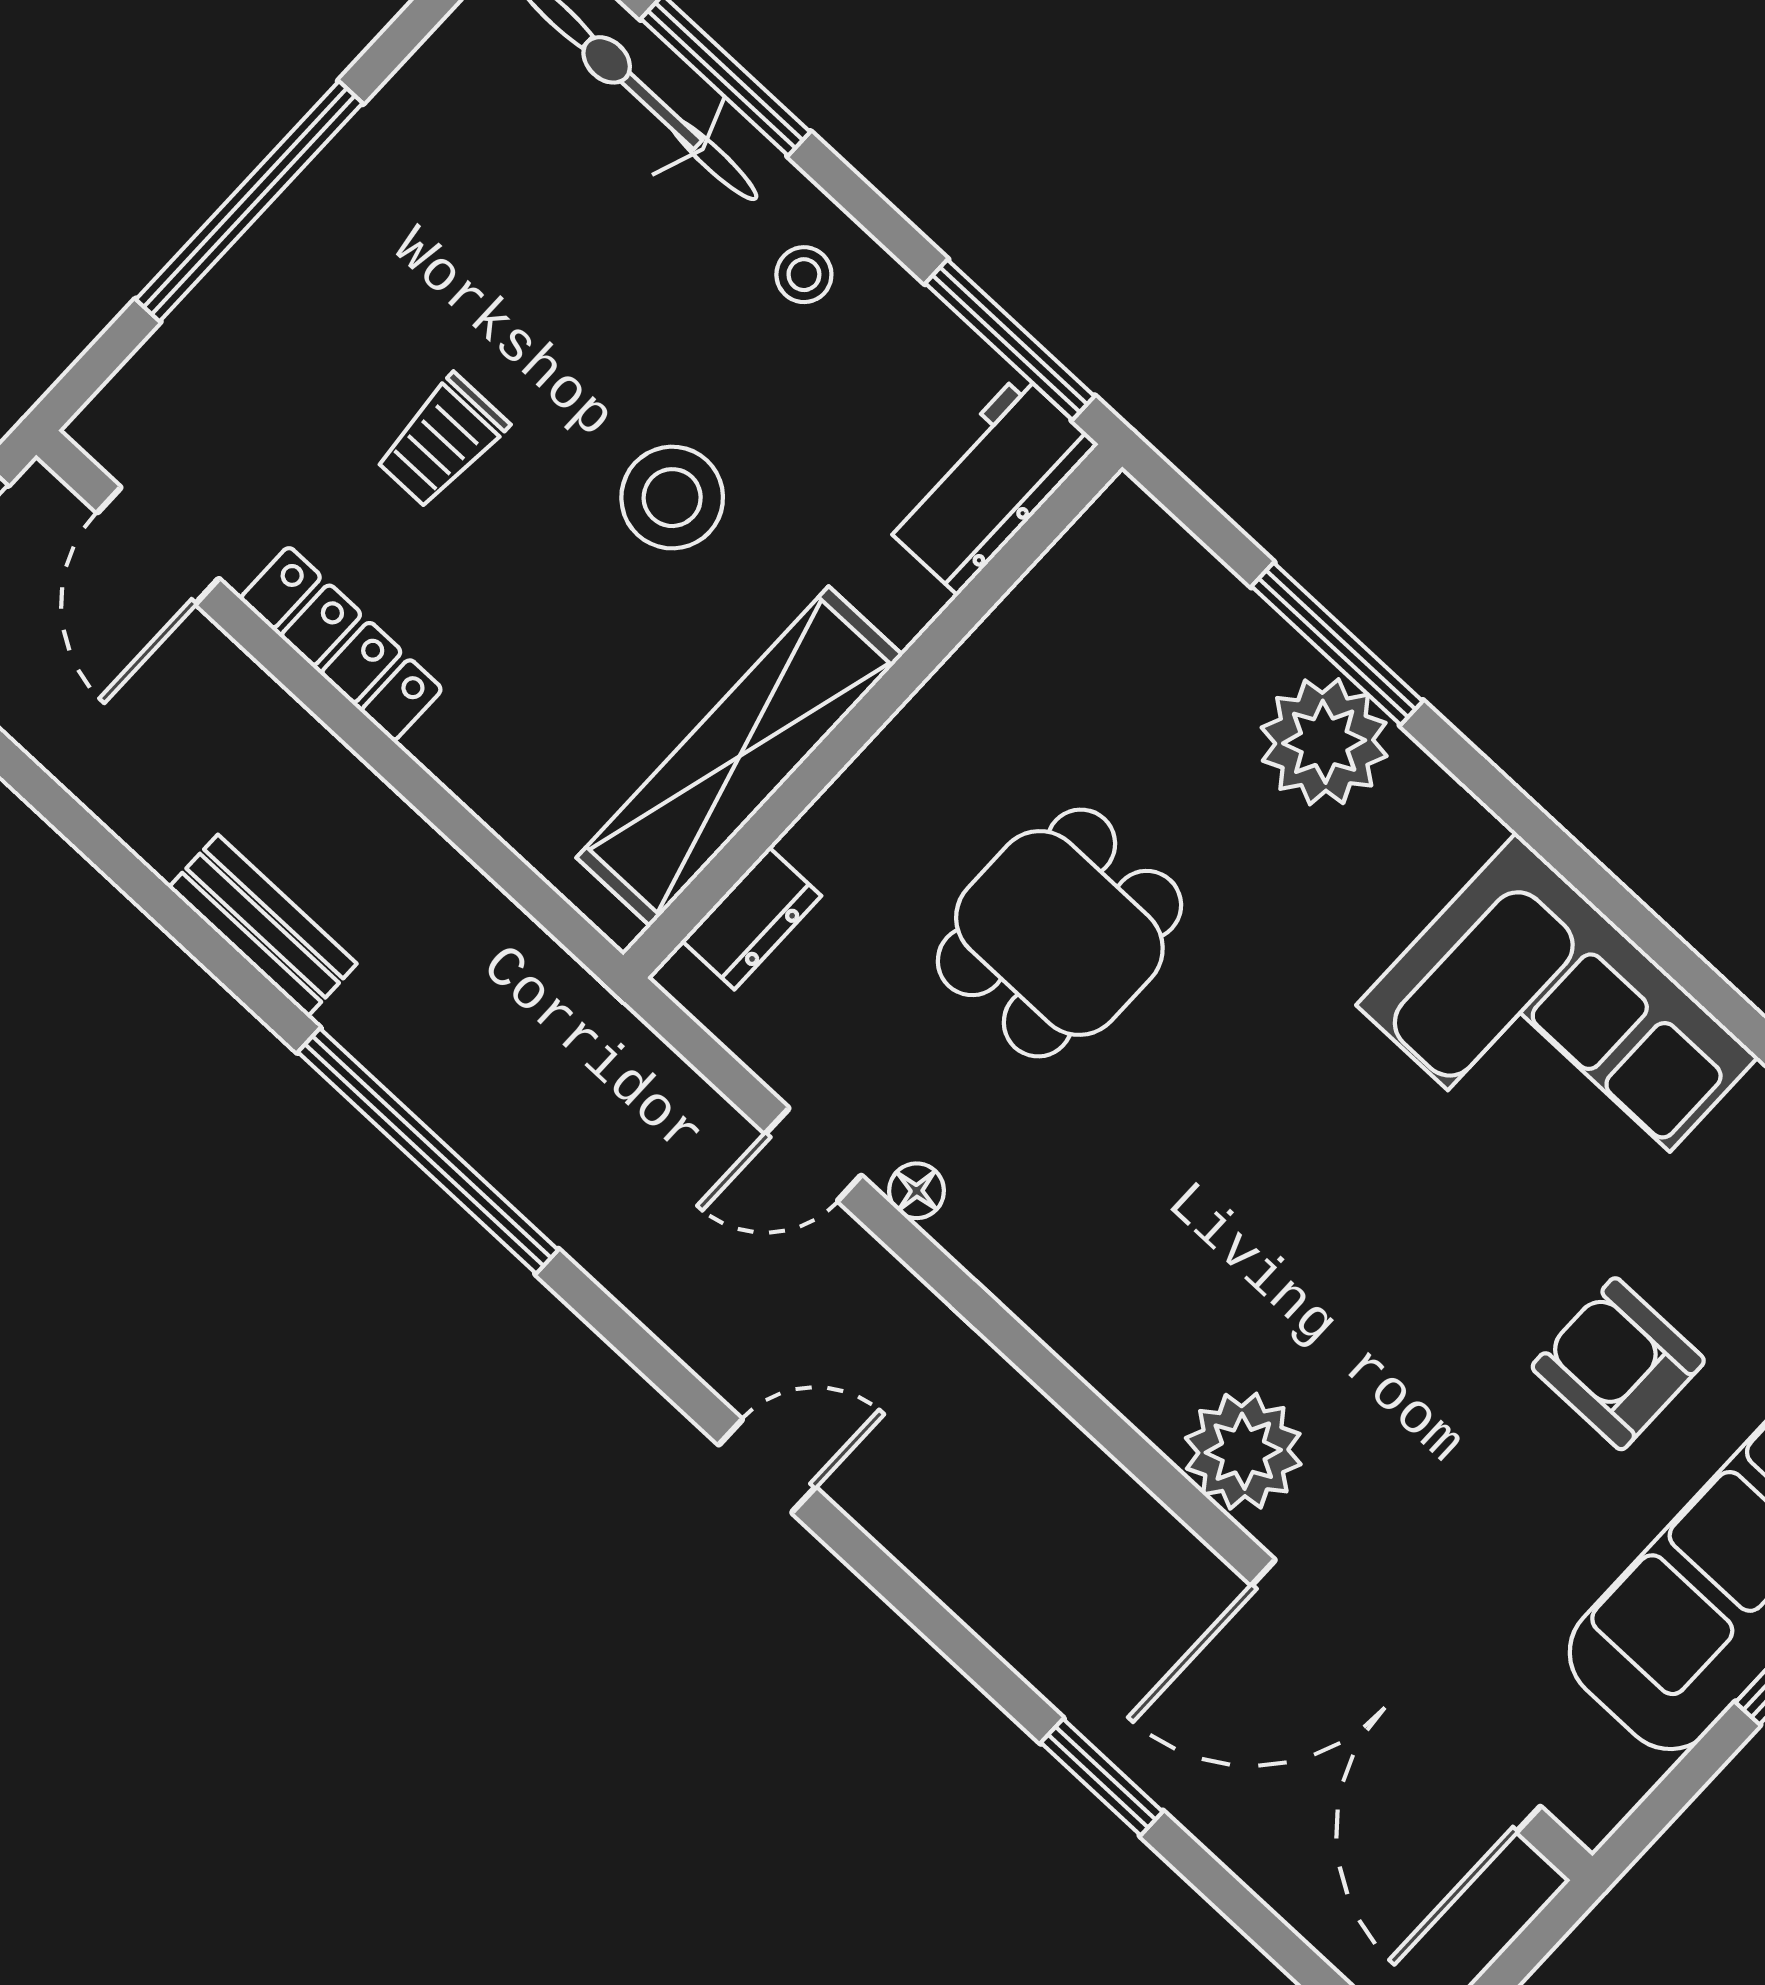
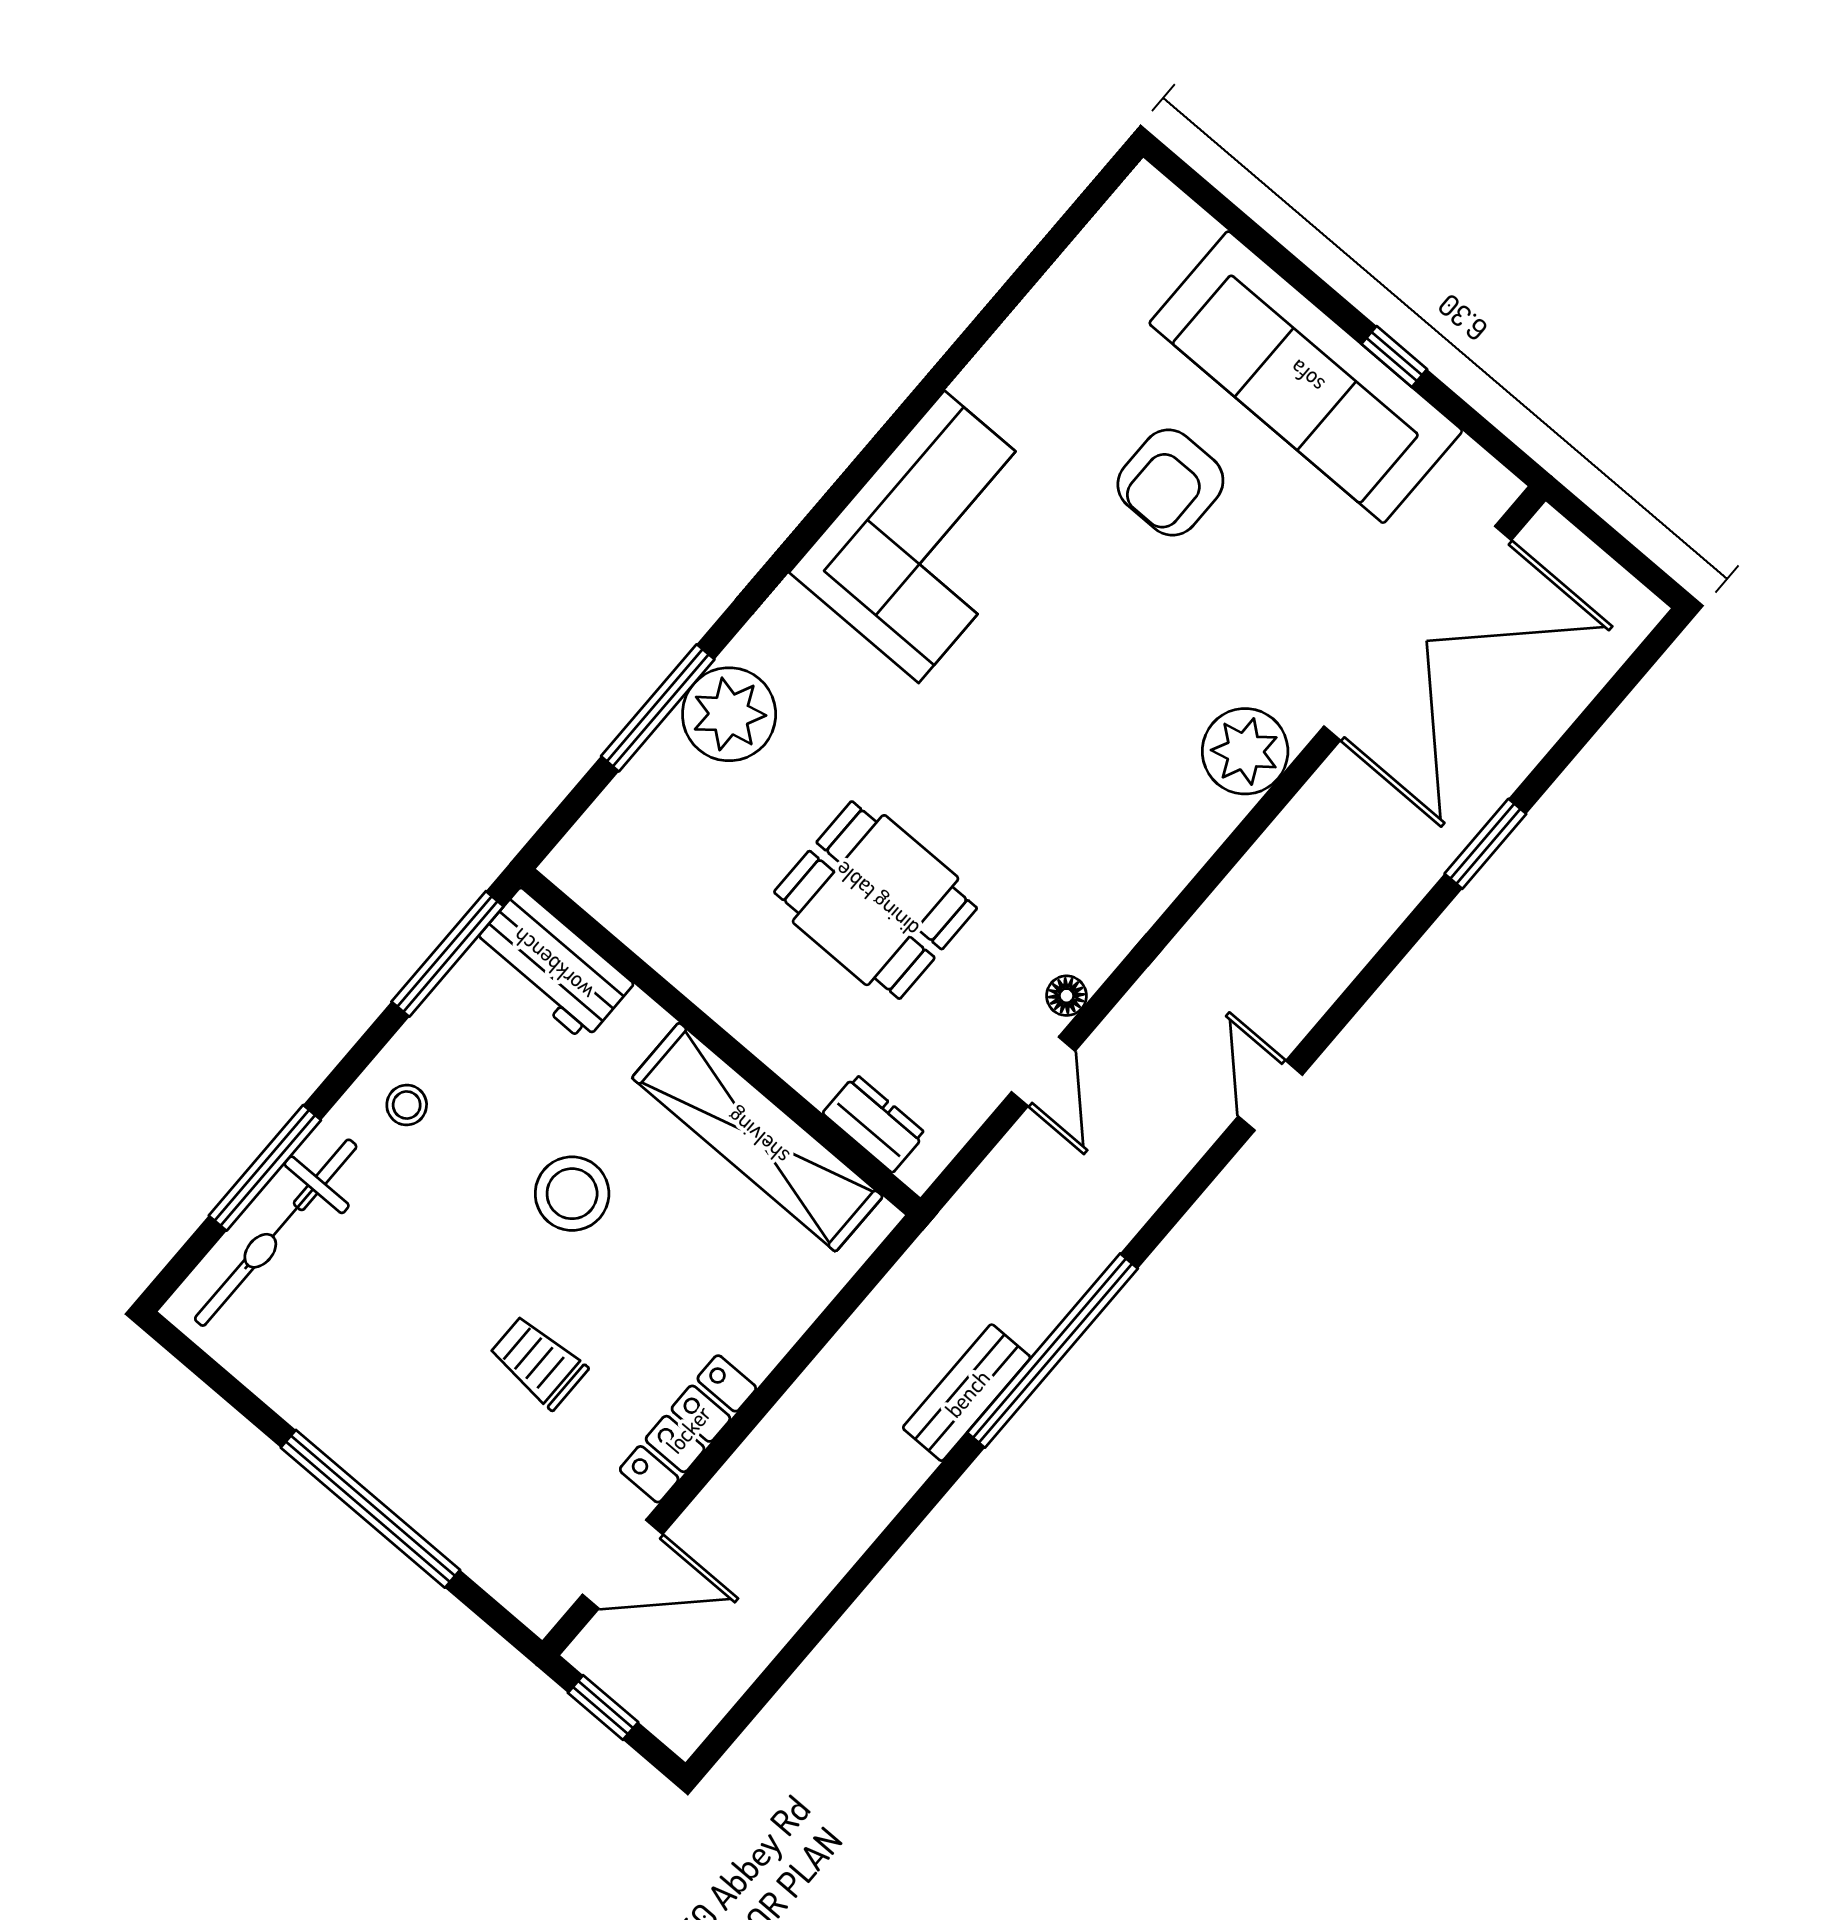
trolley: (442, 441) -> (538, 1362), turned 180
bench: (263, 926) -> (967, 1393), moved

